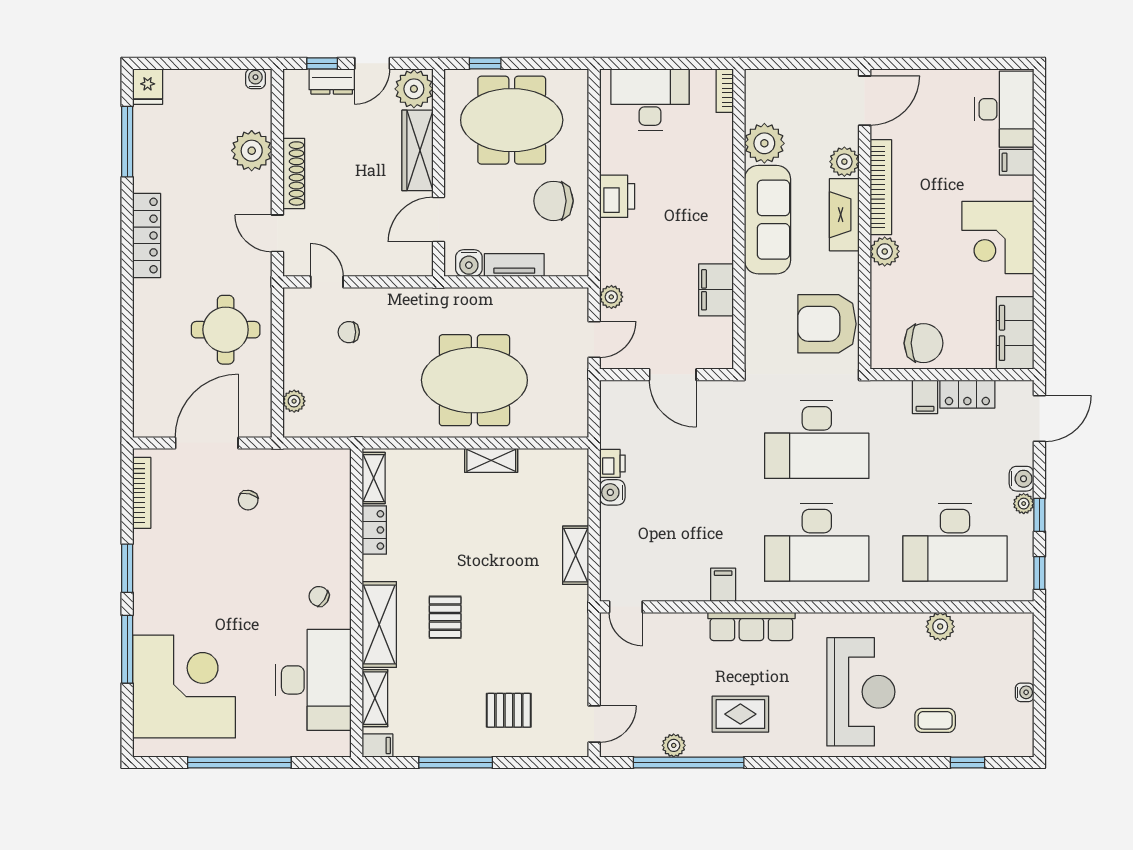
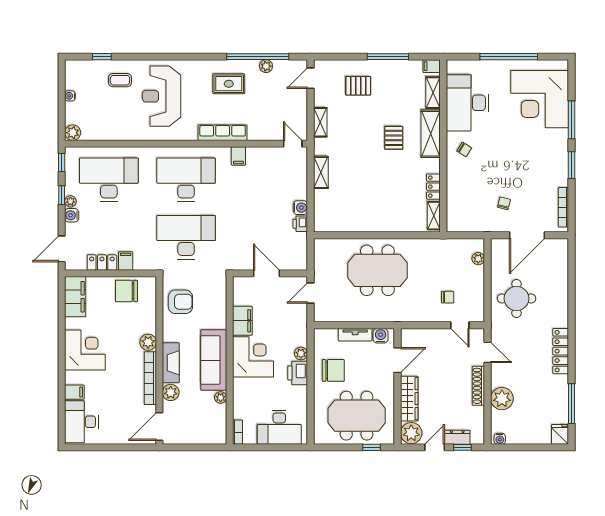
plant: (764, 143) -> (221, 397), width x0.53, depth x0.53
corner desk: (697, 225) -> (253, 357), added
plant: (611, 297) -> (301, 354), moved
armchair: (827, 324) -> (180, 302), width x0.73, depth x0.73
shelving: (491, 460) -> (320, 122), moved, turned 90
plant: (940, 627) -> (73, 133), moved

